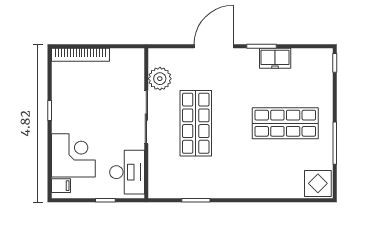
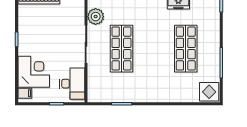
shop shelf: (285, 123) -> (186, 49), turned 90

